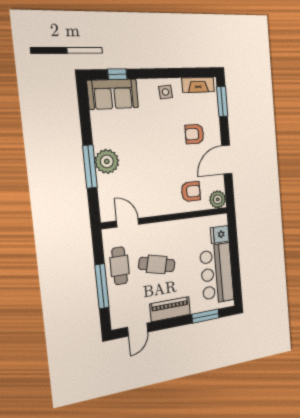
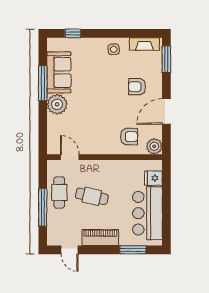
sofa: (113, 94) -> (59, 72), moved, turned -90
window: (90, 166) -> (43, 83), moved
door: (138, 330) -> (70, 250), hinge flipped

